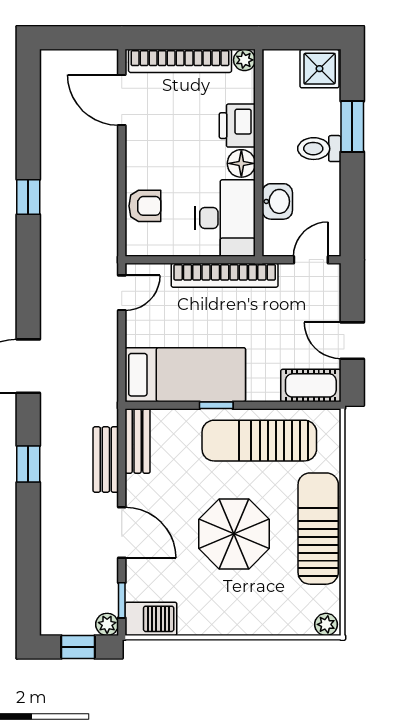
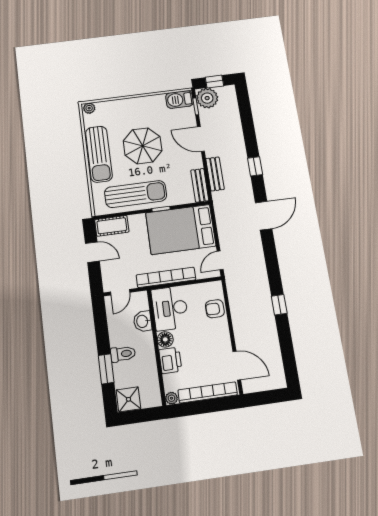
bed: (185, 375) -> (181, 229), width x1.50
plant: (107, 624) -> (207, 98), width x1.88, depth x1.88

